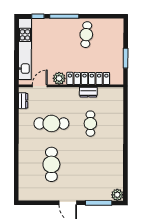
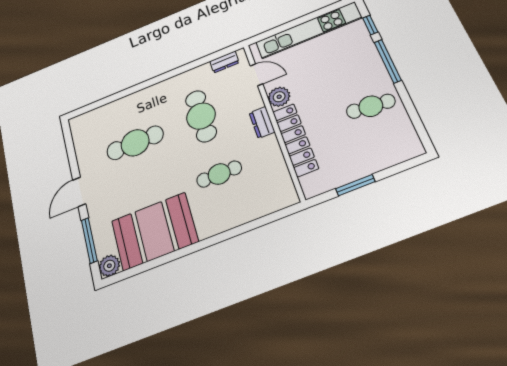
dresser: (88, 92) -> (262, 122), moved
booth: (108, 166) -> (154, 231), added

